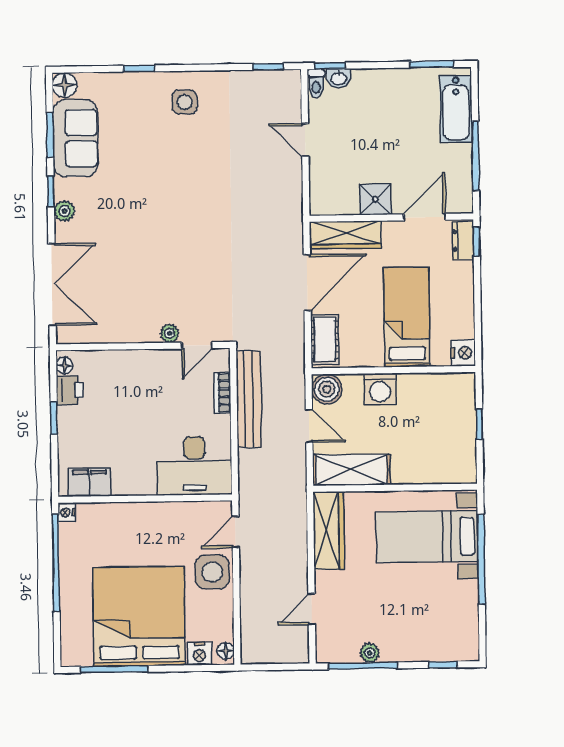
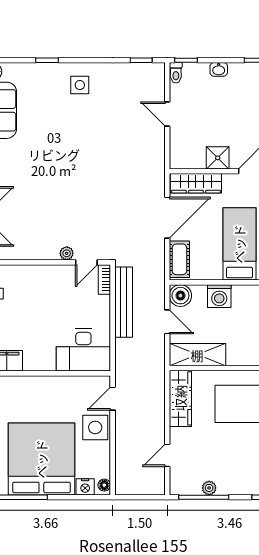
washbasin: (339, 78) -> (219, 69), moved
bookcase: (222, 393) -> (104, 280), moved

